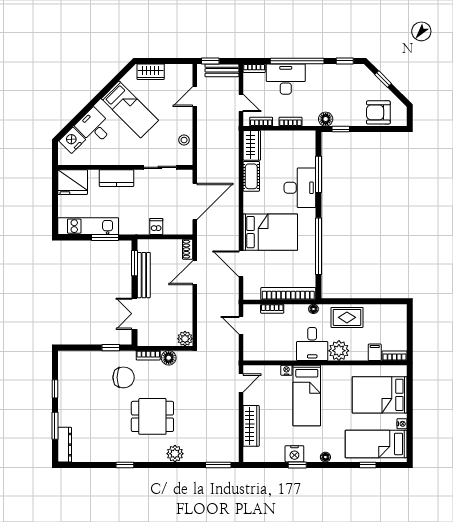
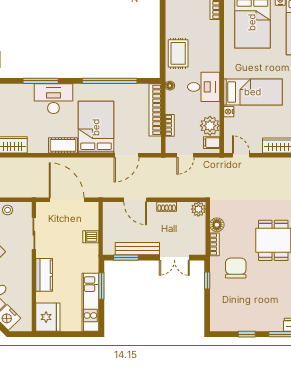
cot: (251, 176) -> (63, 145), moved
shoe rack: (188, 249) -> (167, 207), moved
plant: (339, 351) -> (210, 126), moved
filing cabinet: (375, 352) -> (212, 143), moved

